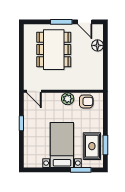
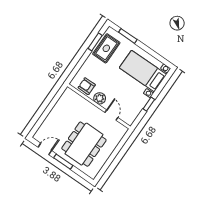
door: (85, 22) -> (45, 149), hinge flipped
floor lamp: (97, 45) -> (48, 124), removed
door: (34, 91) -> (111, 115), moved
bed with nightstands: (62, 145) -> (143, 71), moved, turned 90

